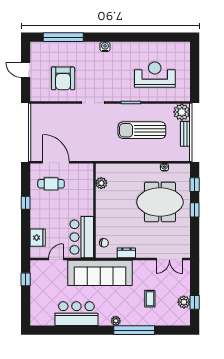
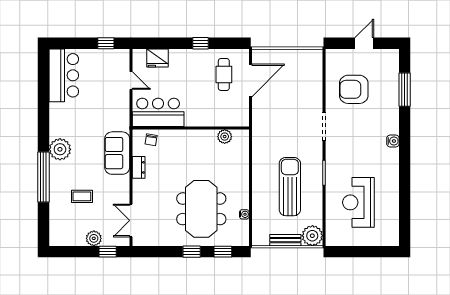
window: (63, 37) -> (405, 90), width x0.68
reception desk: (155, 75) -> (358, 202), turned 180
sofa: (100, 273) -> (117, 153), width x0.54, depth x0.79
plant: (184, 302) -> (94, 238), moved
window: (195, 302) -> (108, 252), moved
bar counter: (76, 314) -> (64, 75), moved
plant: (116, 321) -> (60, 149), width x1.87, depth x1.87

